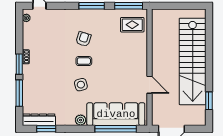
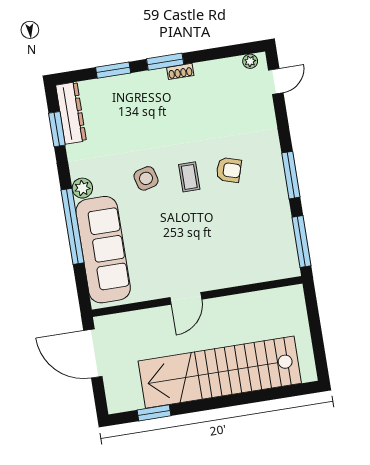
rug: (132, 25) -> (268, 253), removed
door: (149, 85) -> (186, 298), moved
window: (19, 93) -> (113, 70), width x0.69
window: (116, 129) -> (73, 226), moved

